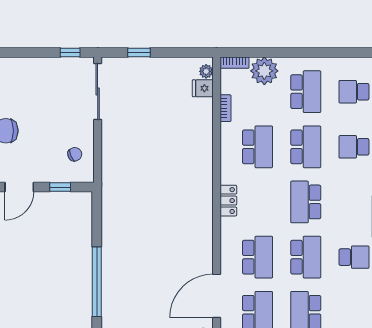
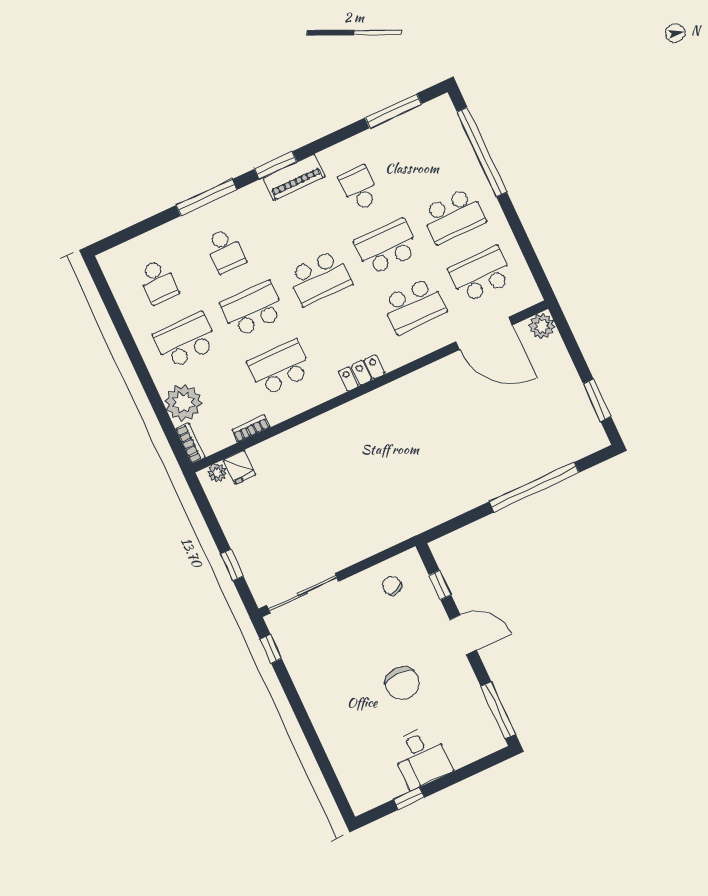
school desk: (258, 257) -> (414, 306), turned 180

